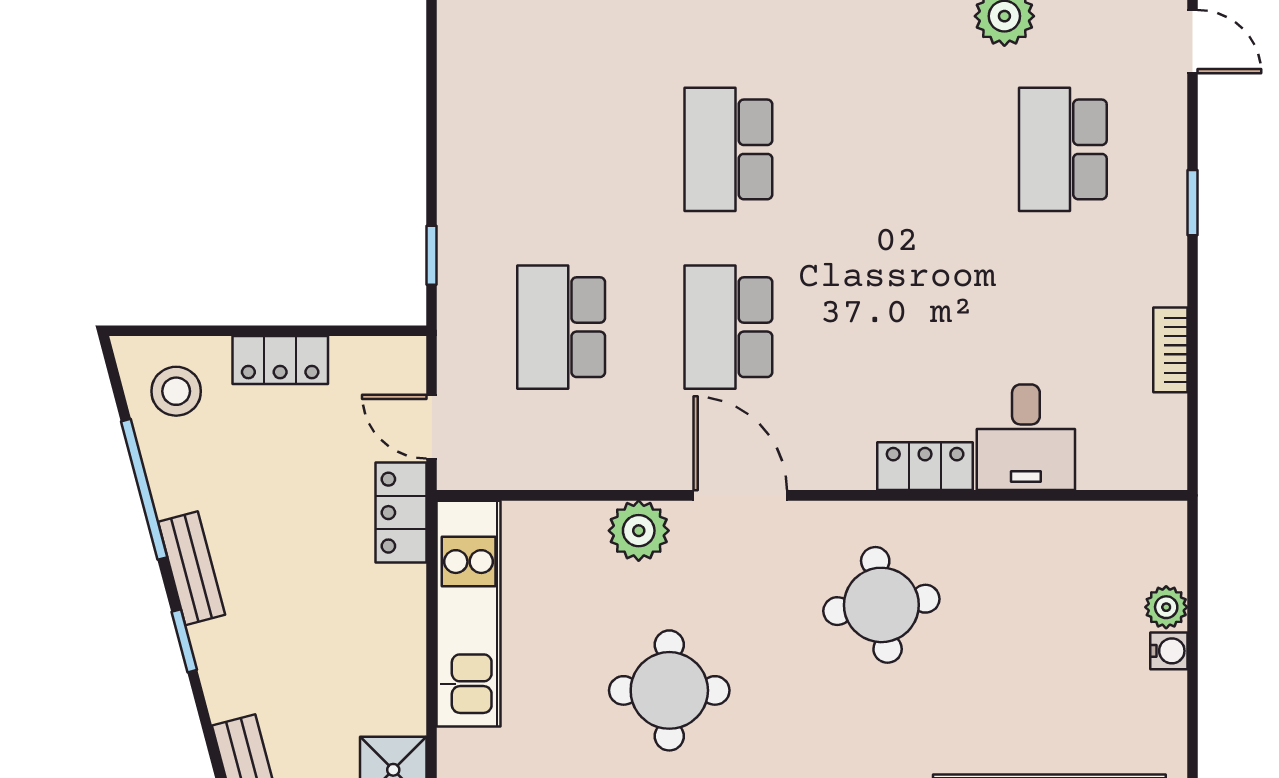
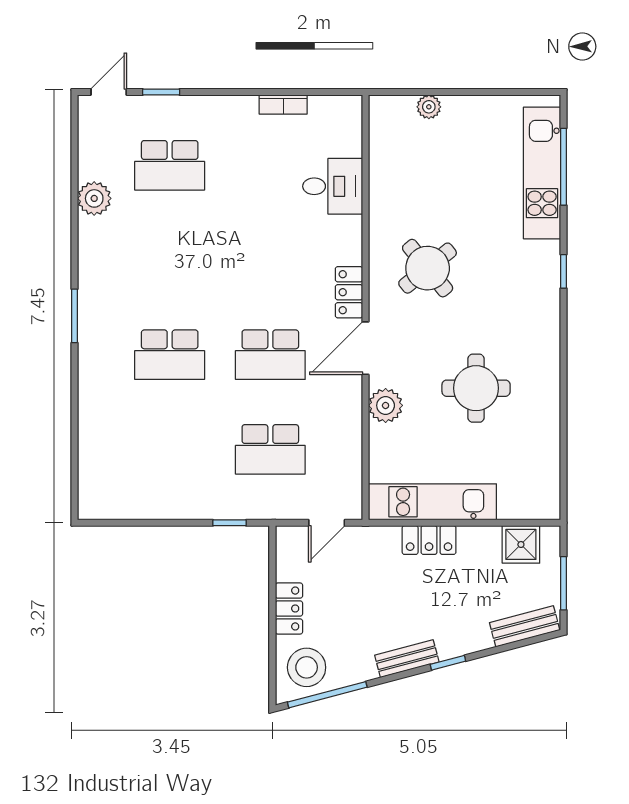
window: (1192, 203) -> (161, 92), moved
stool: (176, 391) -> (307, 667), width x1.38, depth x1.38
locker: (925, 466) -> (349, 292), moved
window: (144, 489) -> (327, 695), moved
locker: (401, 513) -> (429, 540), moved
round table: (881, 605) -> (428, 268), turned -31
water cooler: (1169, 651) -> (454, 105), removed

